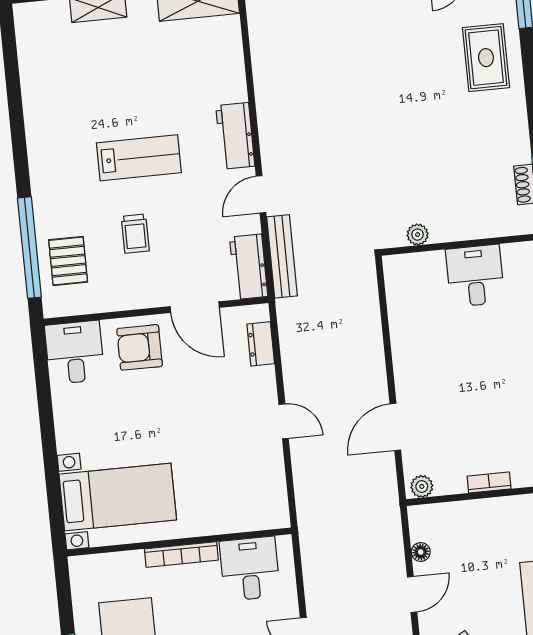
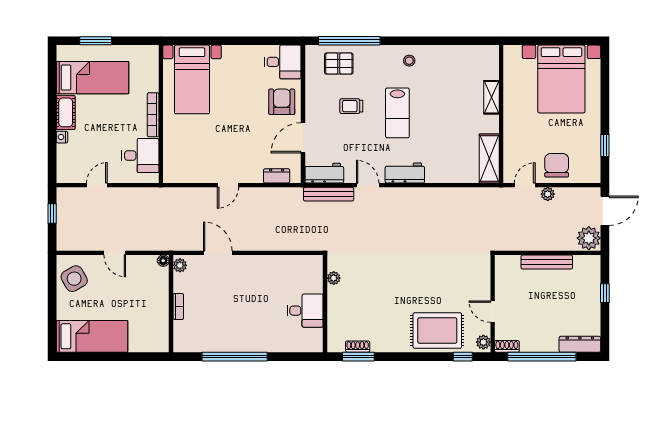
rug: (486, 58) -> (437, 330), width x1.36, depth x1.43
stool: (52, 147) -> (409, 61), added
floor lamp: (421, 552) -> (163, 261), moved

